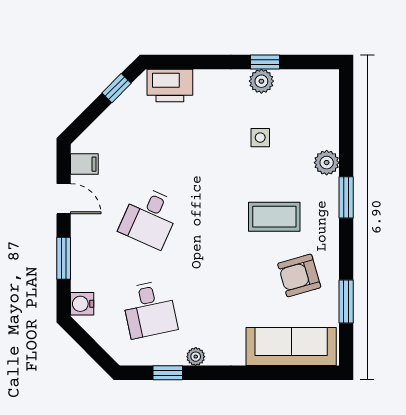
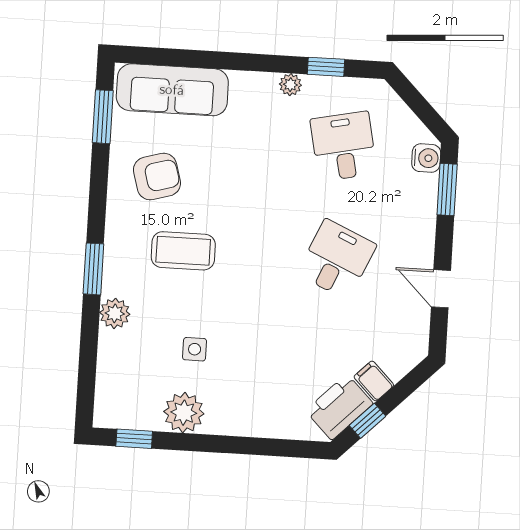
window: (265, 62) -> (134, 439), moved
plant: (261, 81) -> (184, 413), width x1.36, depth x1.36
printer: (170, 85) -> (339, 407), moved, turned -45
filing cabinet: (84, 164) -> (374, 381), moved, turned 45
window: (64, 258) -> (447, 189), moved
window: (346, 302) -> (103, 117), moved

